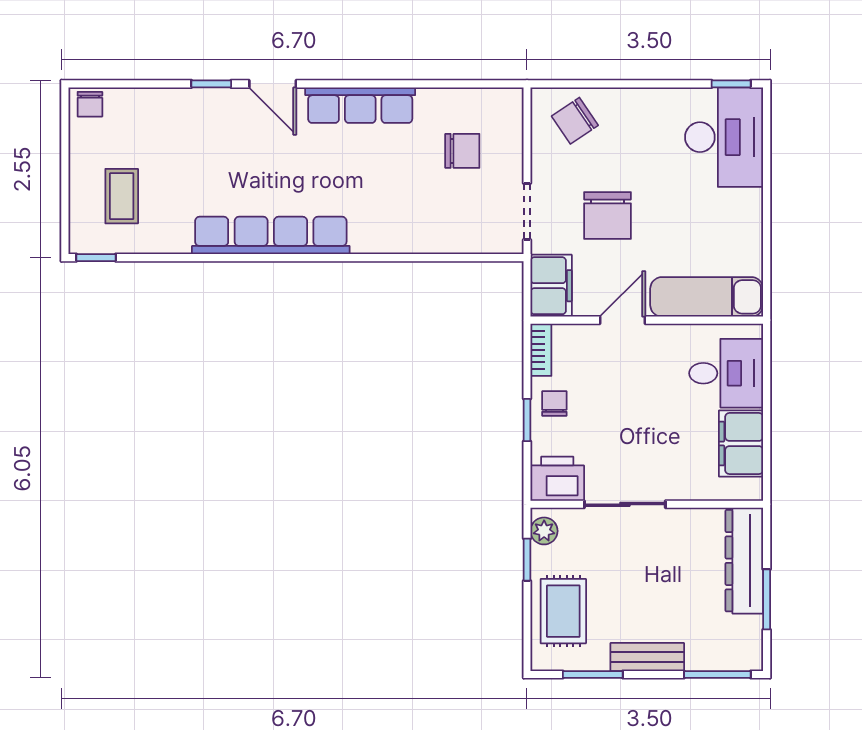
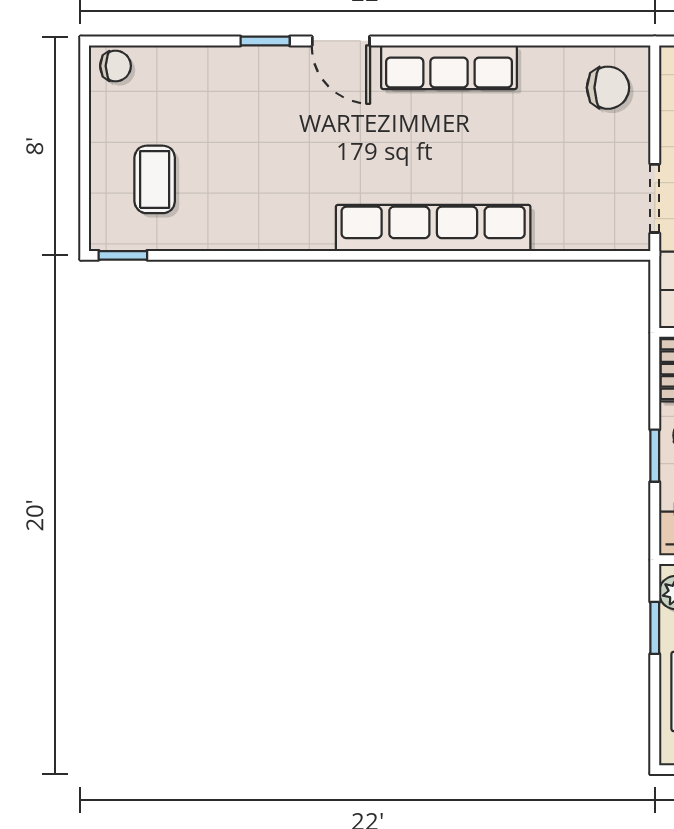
chair: (90, 104) -> (115, 66), turned -90
chair: (462, 151) -> (608, 88), moved
row of seats: (271, 235) -> (433, 228), moved

